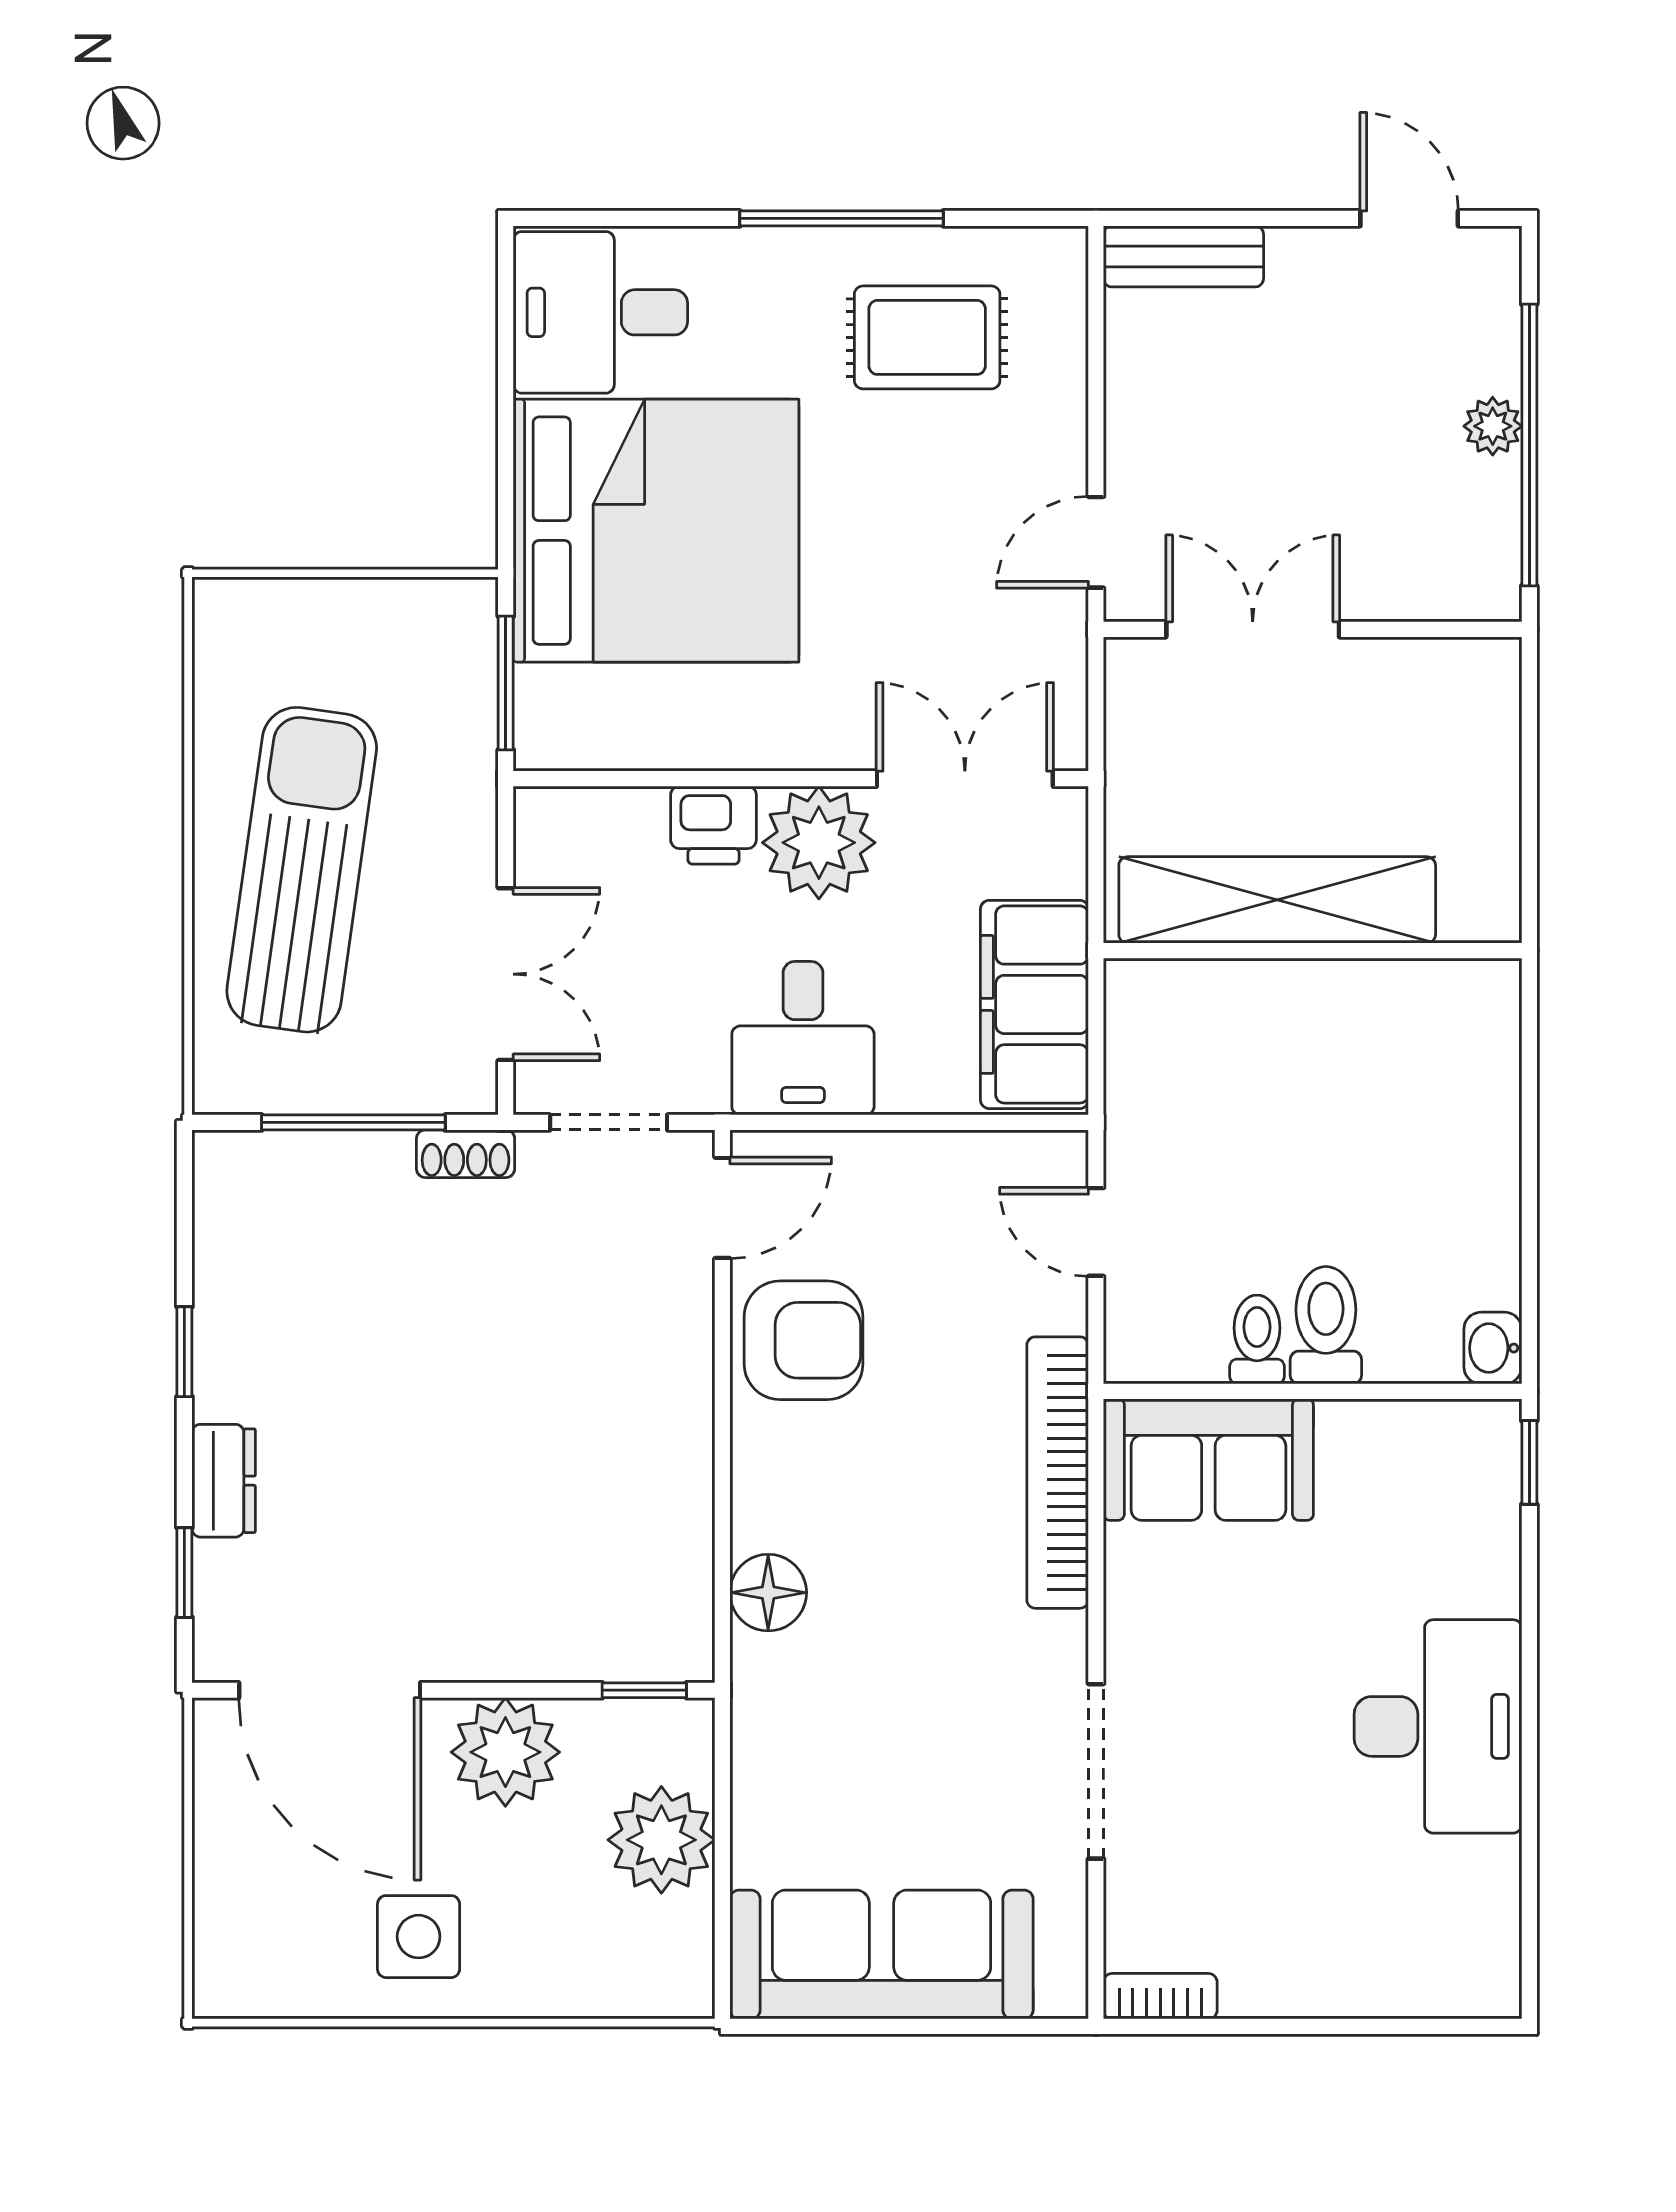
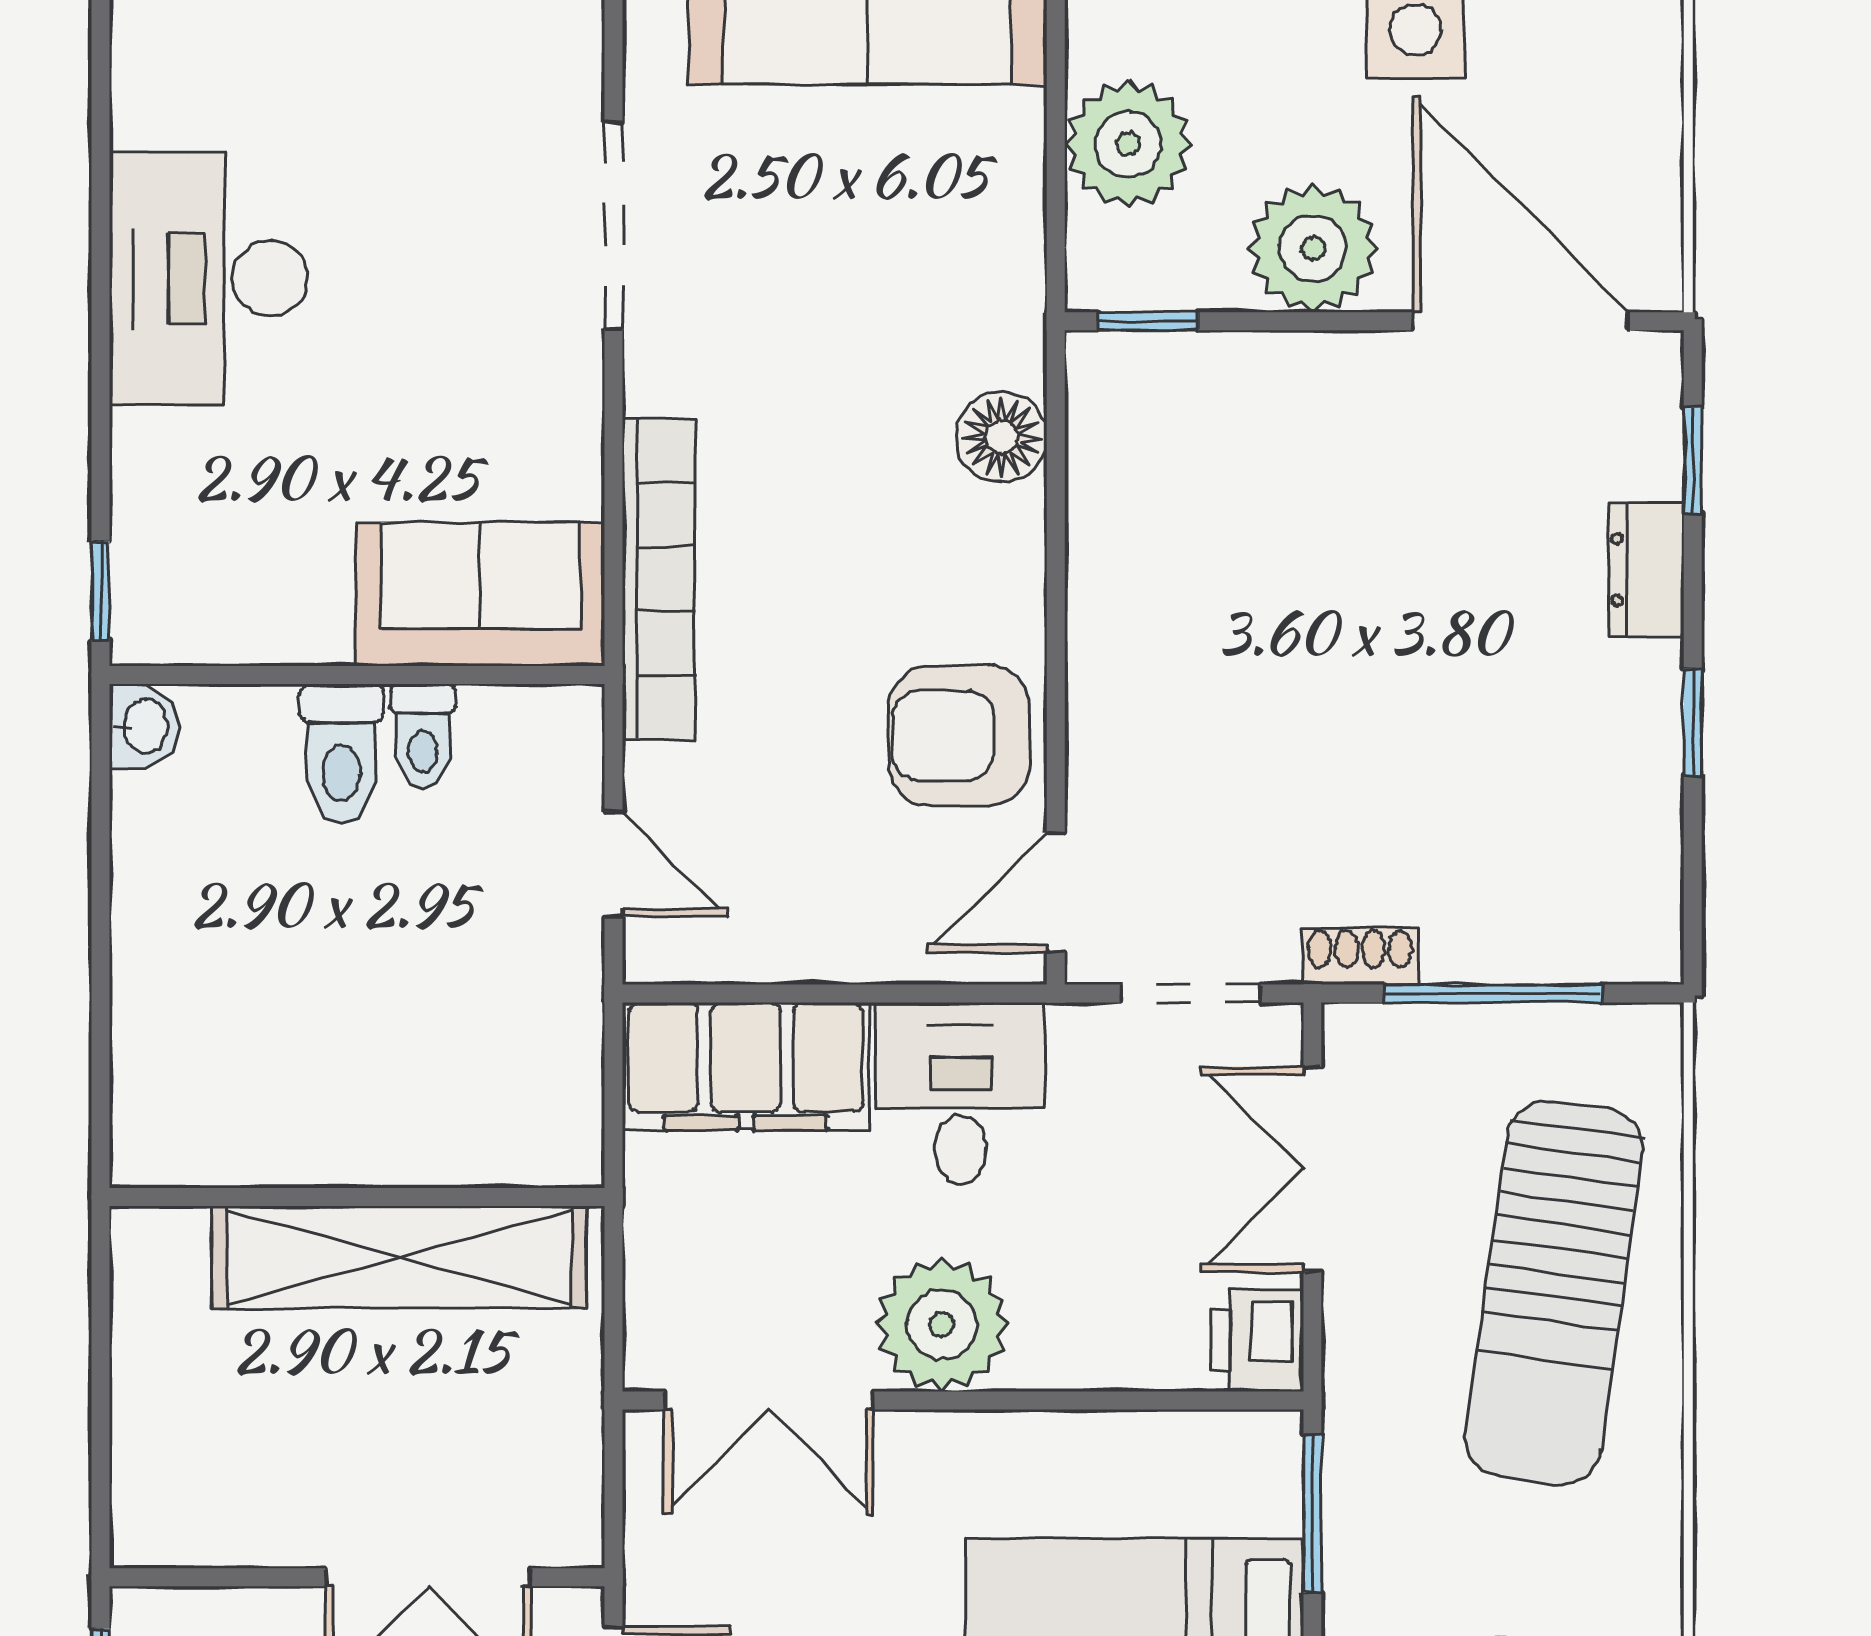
printer: (713, 825) -> (1257, 1341), moved, turned -90
filing cabinet: (1034, 1004) -> (746, 1066), moved, turned 90

